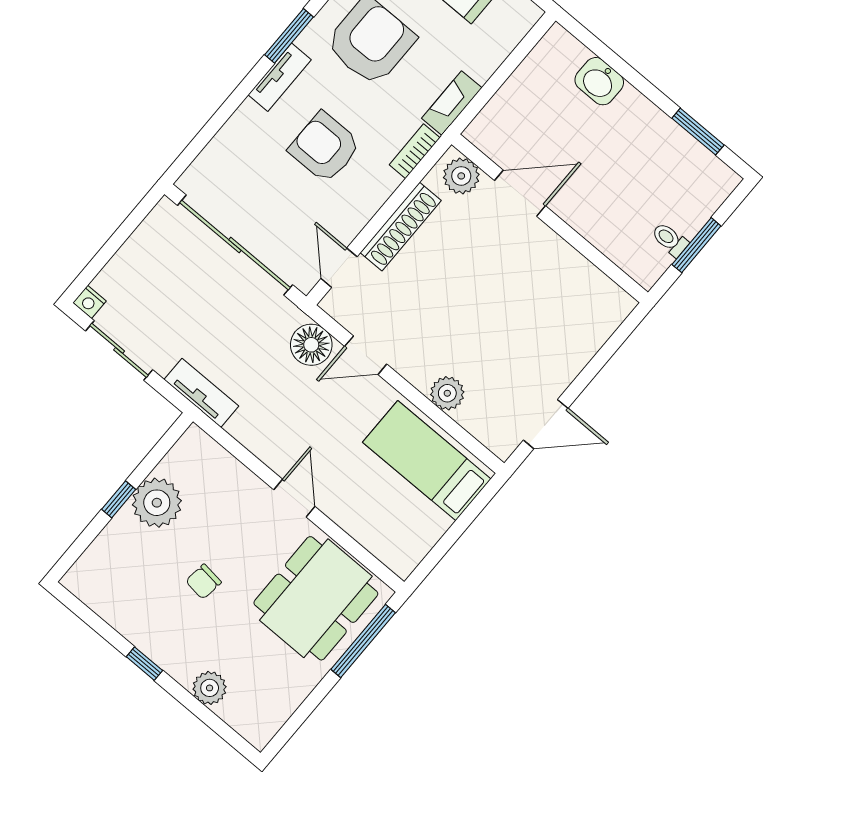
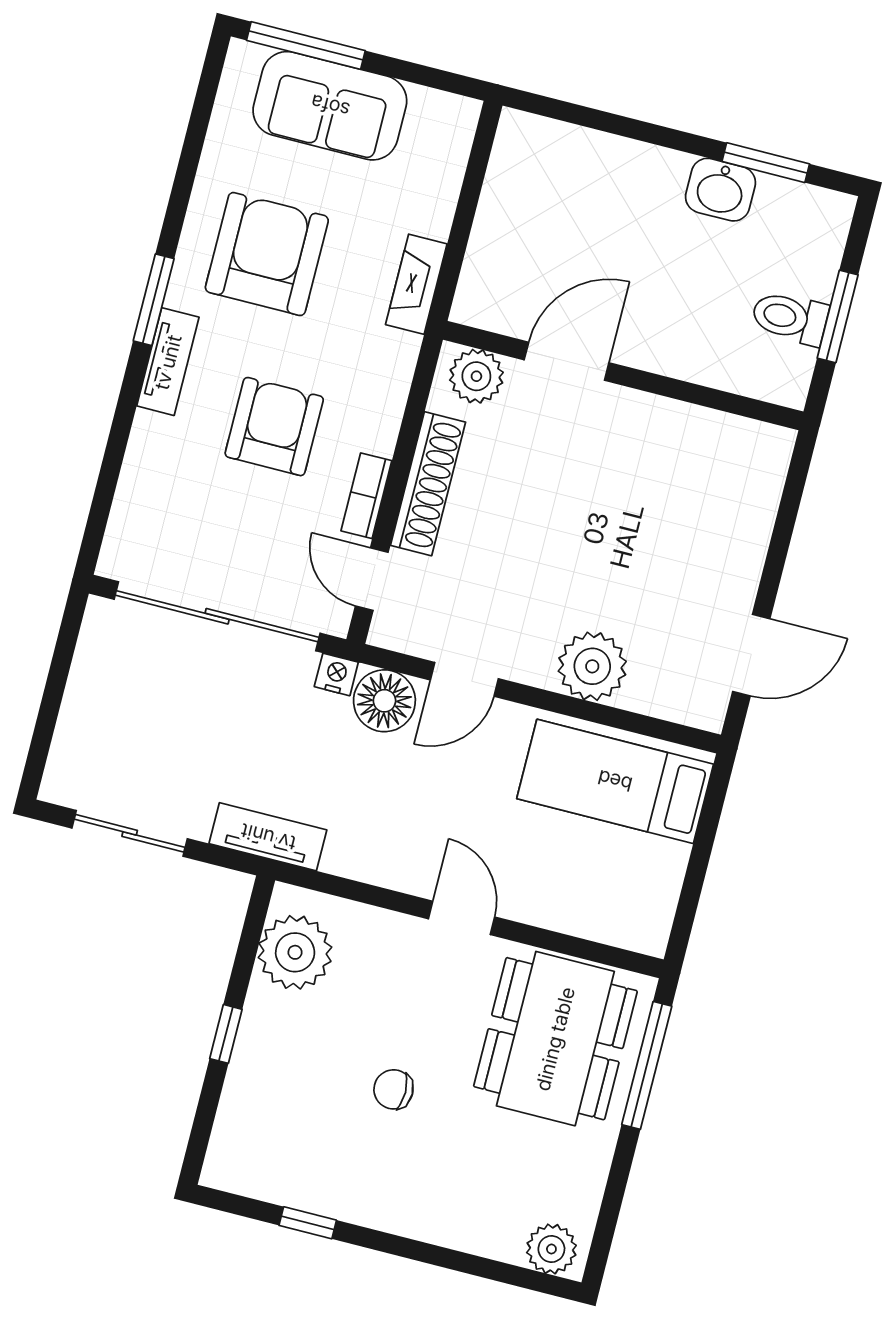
washbasin: (599, 81) -> (721, 190), moved
armchair: (325, 147) -> (274, 427), turned 90
bookcase: (415, 151) -> (366, 496), moved
toilet: (670, 239) -> (790, 318), width x1.37, depth x1.39
nightstand: (89, 302) -> (336, 674), moved, turned 180
plant: (447, 393) -> (592, 666), width x1.36, depth x1.36
plant: (157, 503) -> (295, 952), moved
chair: (203, 582) -> (393, 1089), turned 83
window: (144, 664) -> (308, 1223), moved
plant: (210, 688) -> (551, 1249), moved

